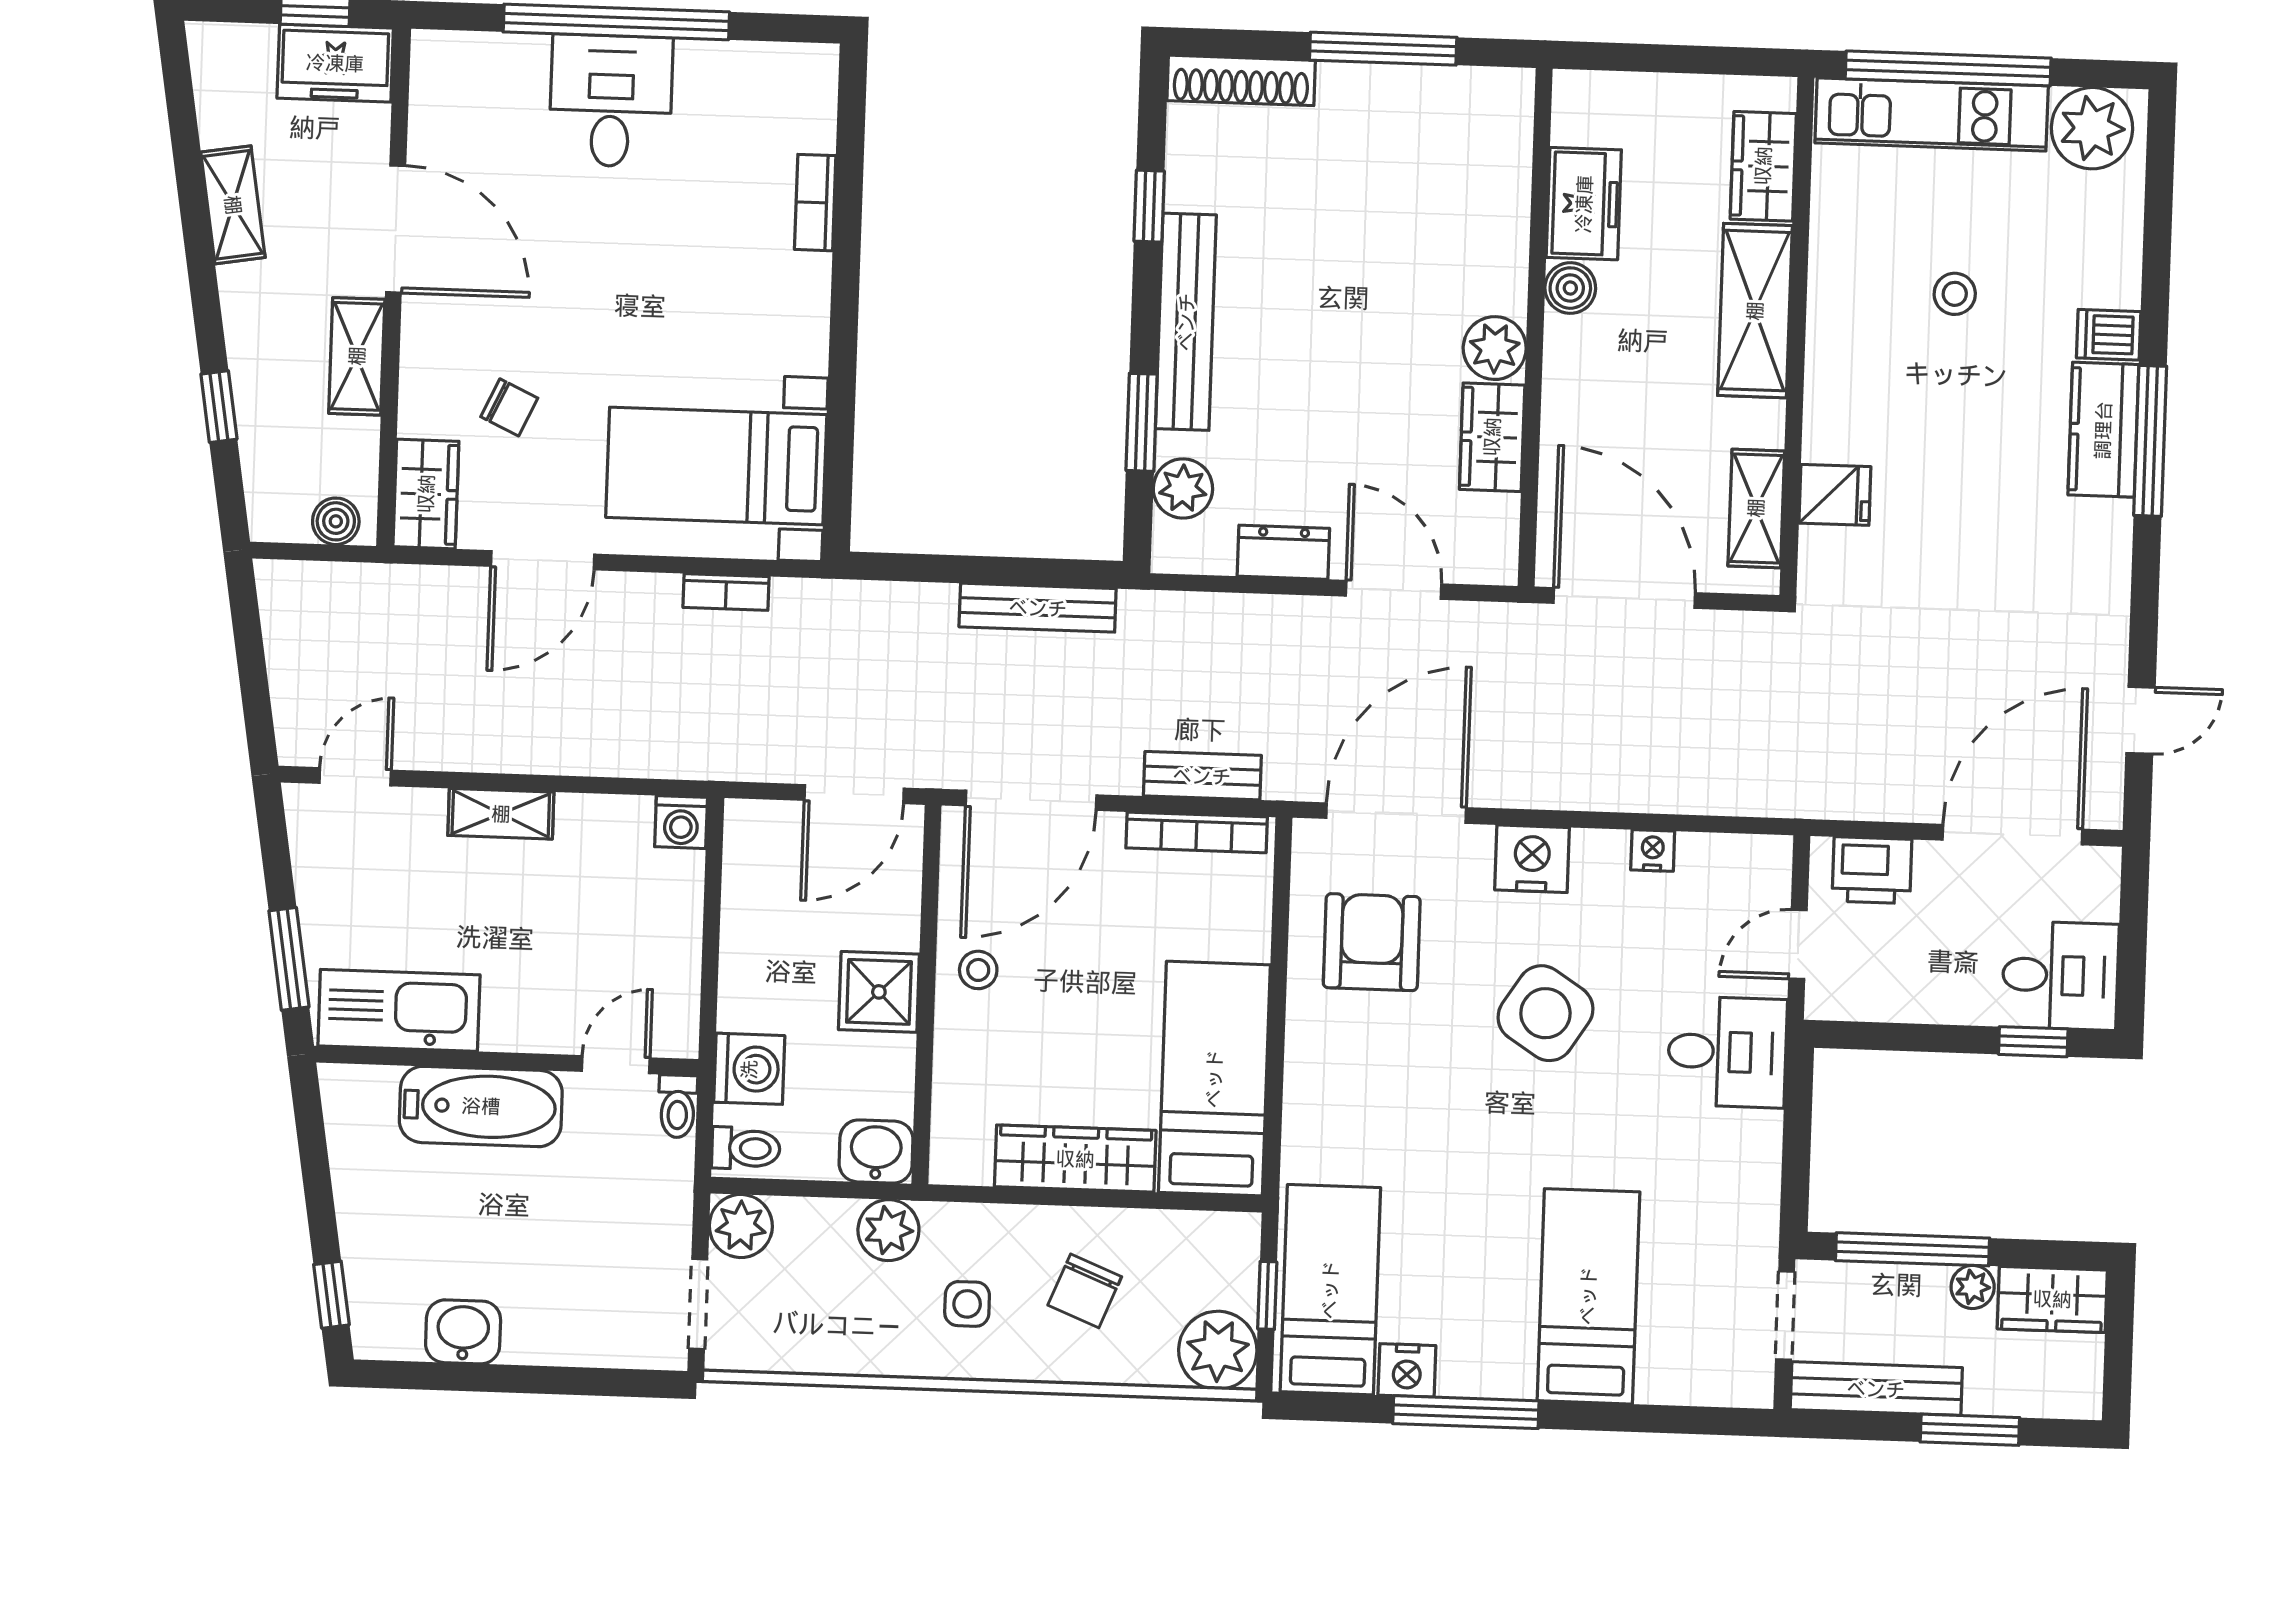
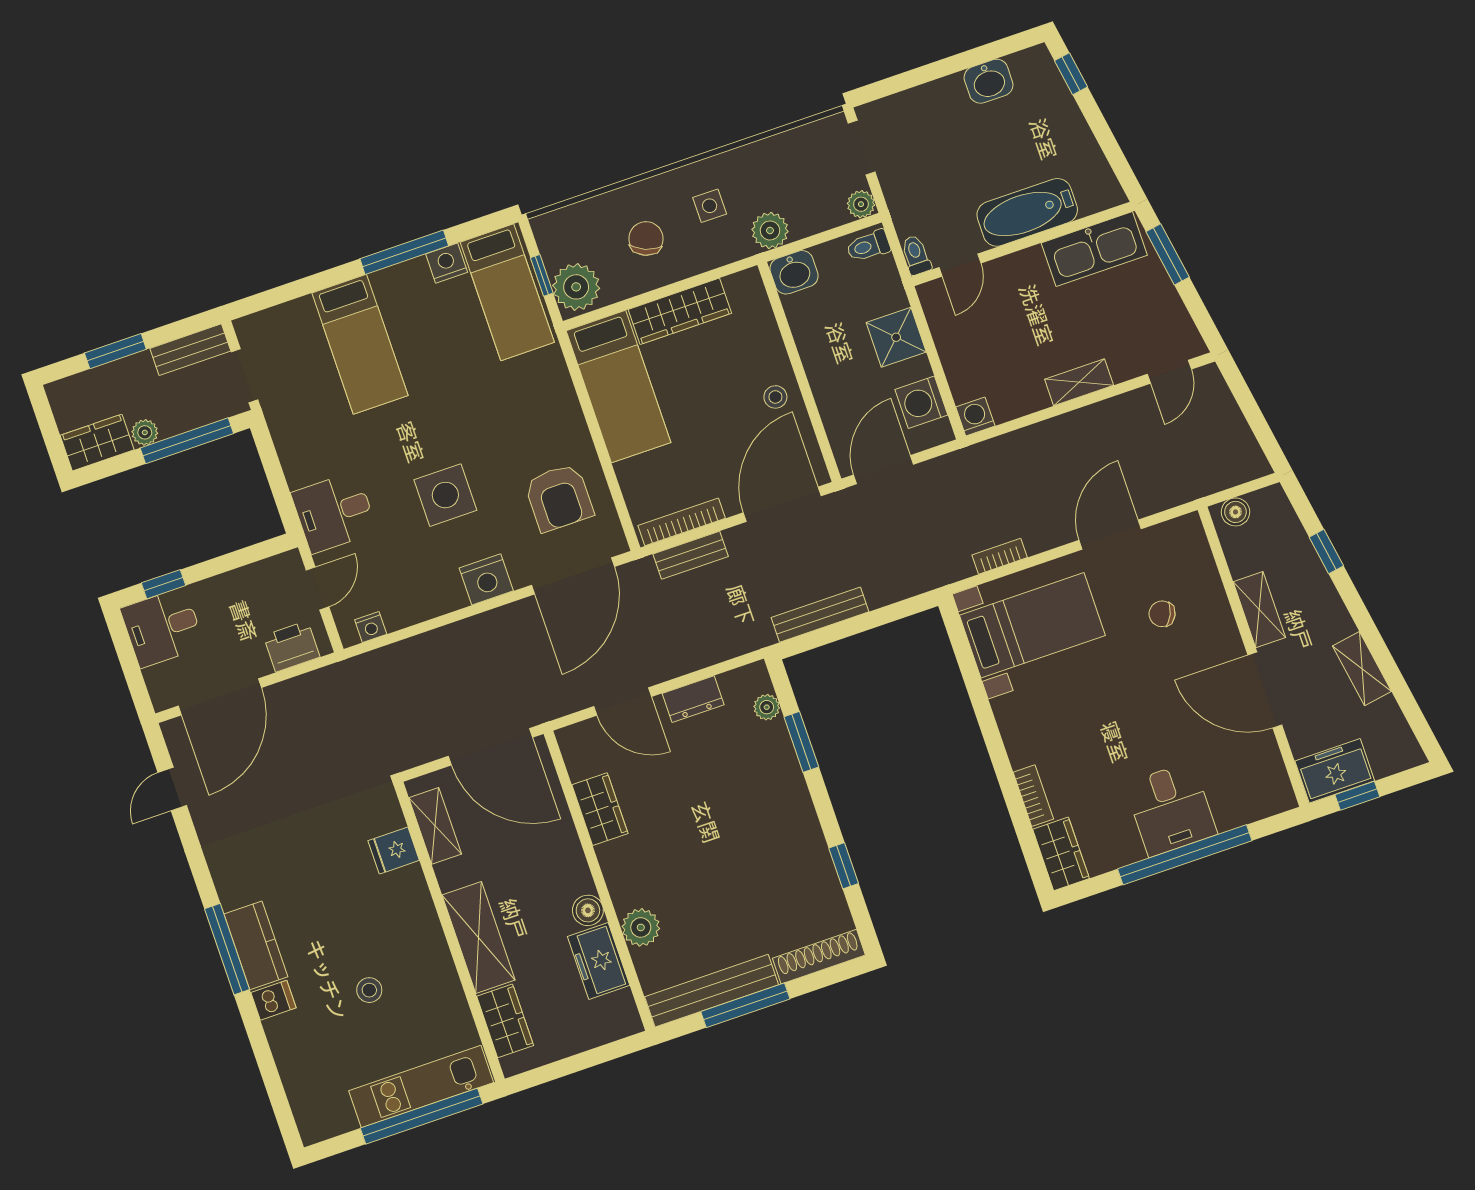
plant: (2092, 128) -> (327, 1113), removed
bench: (1186, 322) -> (712, 991), moved, turned 90
plant: (1495, 348) -> (641, 927), moved
plant: (1183, 488) -> (767, 707), width x0.73, depth x0.73
wardrobe: (426, 494) -> (1061, 854), moved, turned 180
nightstand: (1653, 851) -> (371, 627), moved
shower: (879, 992) -> (896, 337), moved
side table: (1545, 1013) -> (445, 495), turned -33
washing machine: (749, 1069) -> (921, 402), moved
plant: (741, 1226) -> (861, 204), width x0.73, depth x0.73
plant: (1218, 1350) -> (576, 287), moved
bench: (1876, 1389) -> (190, 350), width x0.73

